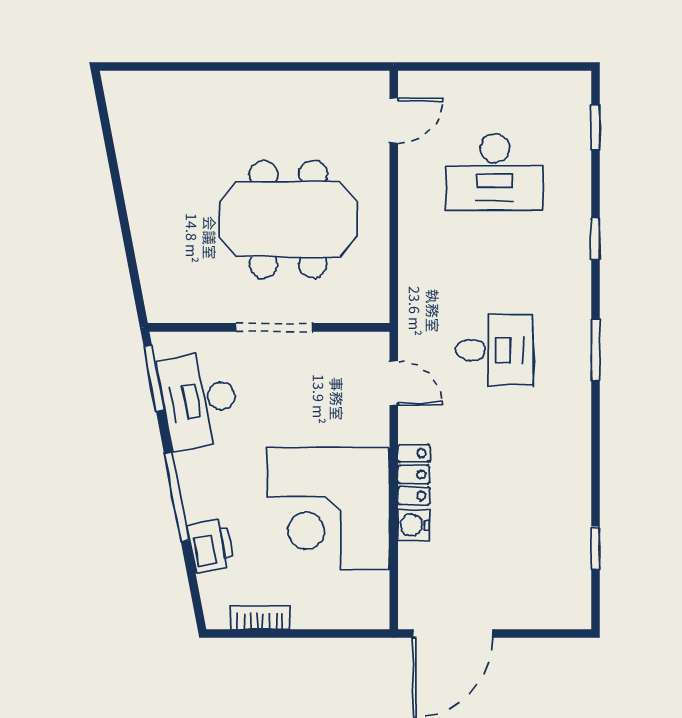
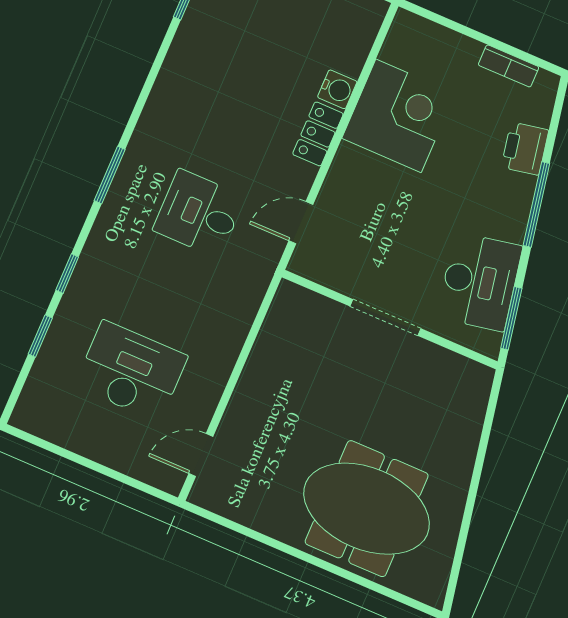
window: (595, 128) -> (40, 336), moved
meeting table: (288, 219) -> (367, 509), moved
door: (394, 383) -> (301, 223), hinge flipped
corner desk: (328, 509) -> (399, 116), width x0.74, depth x0.74

